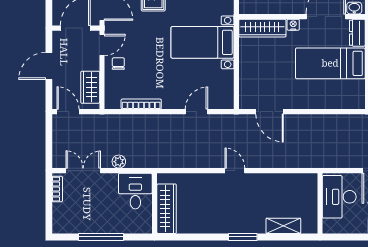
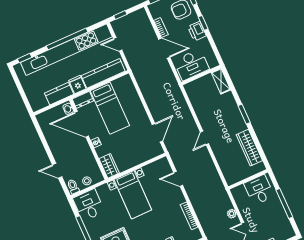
wardrobe: (262, 28) -> (109, 166), width x0.67
desk: (135, 191) -> (259, 190), moved, turned 90
wardrobe: (167, 209) -> (249, 148), moved, turned -90
shelving: (283, 226) -> (221, 81), moved

